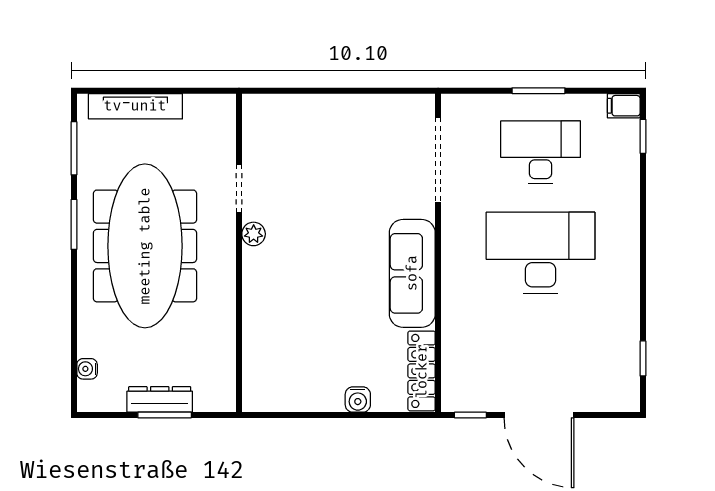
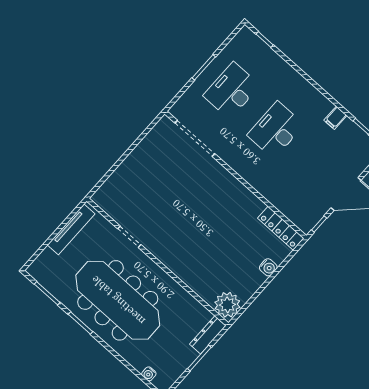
tv unit: (135, 106) -> (71, 229), moved
filing cabinet: (624, 106) -> (335, 118), moved
plant: (254, 234) -> (227, 305), moved, width x1.87, depth x1.87
desk: (540, 253) -> (276, 130), width x0.73, depth x0.77
sofa: (412, 273) -> (234, 194), removed
dresser: (160, 399) -> (208, 335), moved

